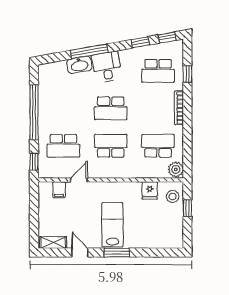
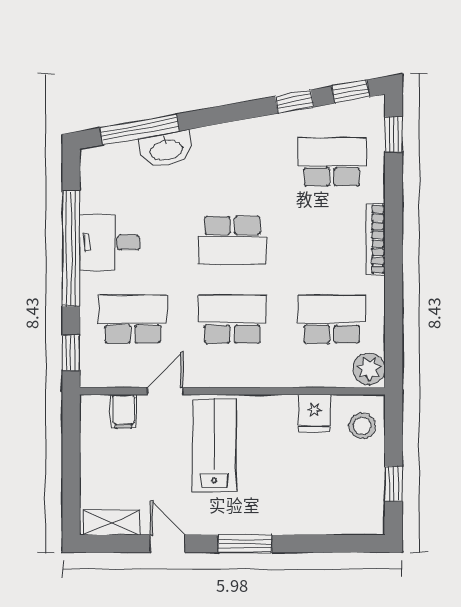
window: (89, 51) -> (140, 129), moved
desk: (107, 67) -> (110, 243), moved, turned -80
school desk: (158, 71) -> (332, 162), turned 180
window: (187, 74) -> (394, 134), moved
school desk: (63, 146) -> (133, 319), turned 180
window: (187, 208) -> (394, 484), moved
lab bench: (112, 225) -> (214, 445), moved

